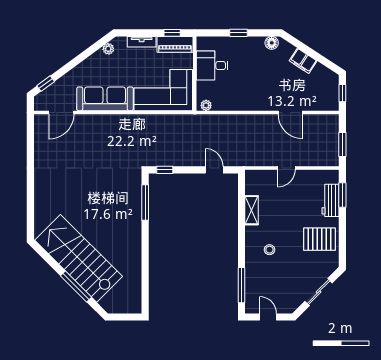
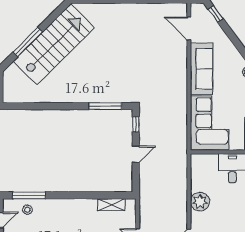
plant: (206, 105) -> (200, 202), moved, width x1.87, depth x1.87
door: (214, 170) -> (136, 154), moved
shelving: (252, 210) -> (111, 205), moved
stool: (269, 250) -> (27, 210), moved

